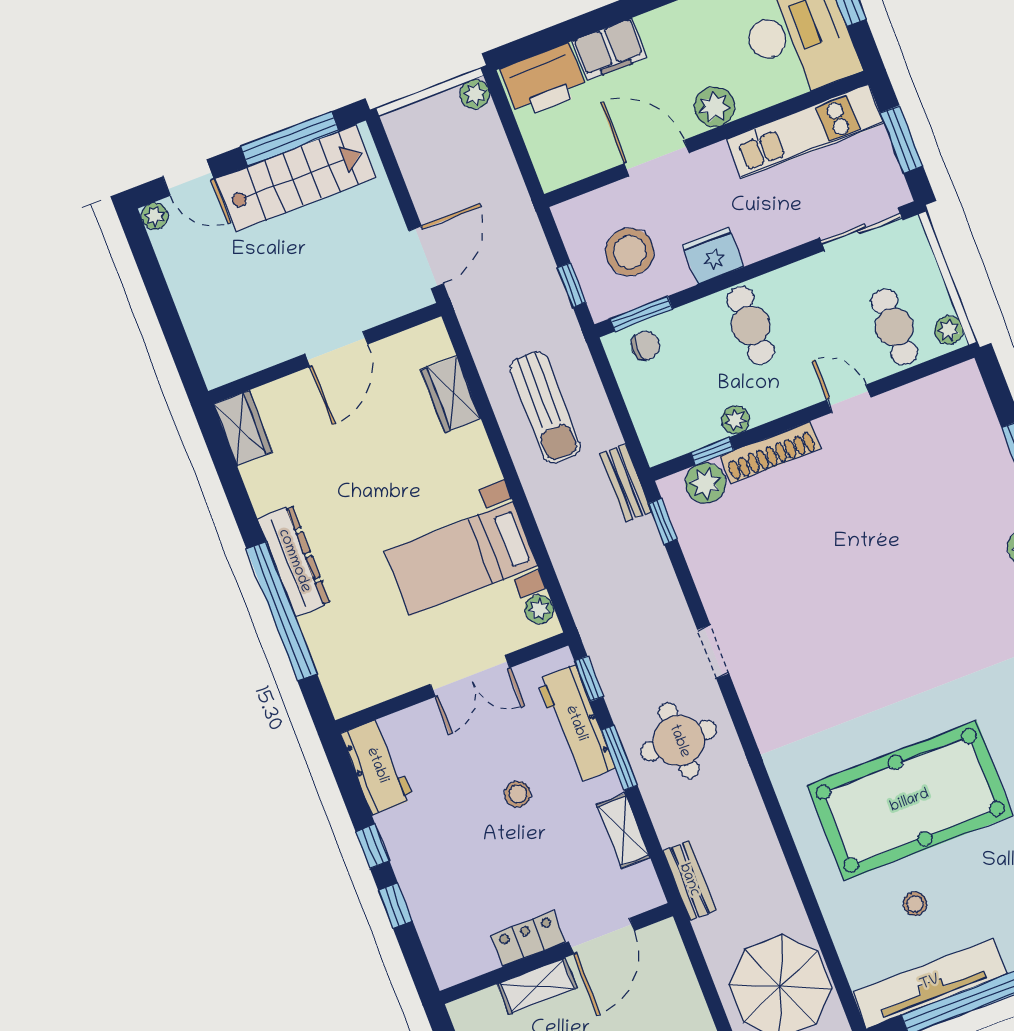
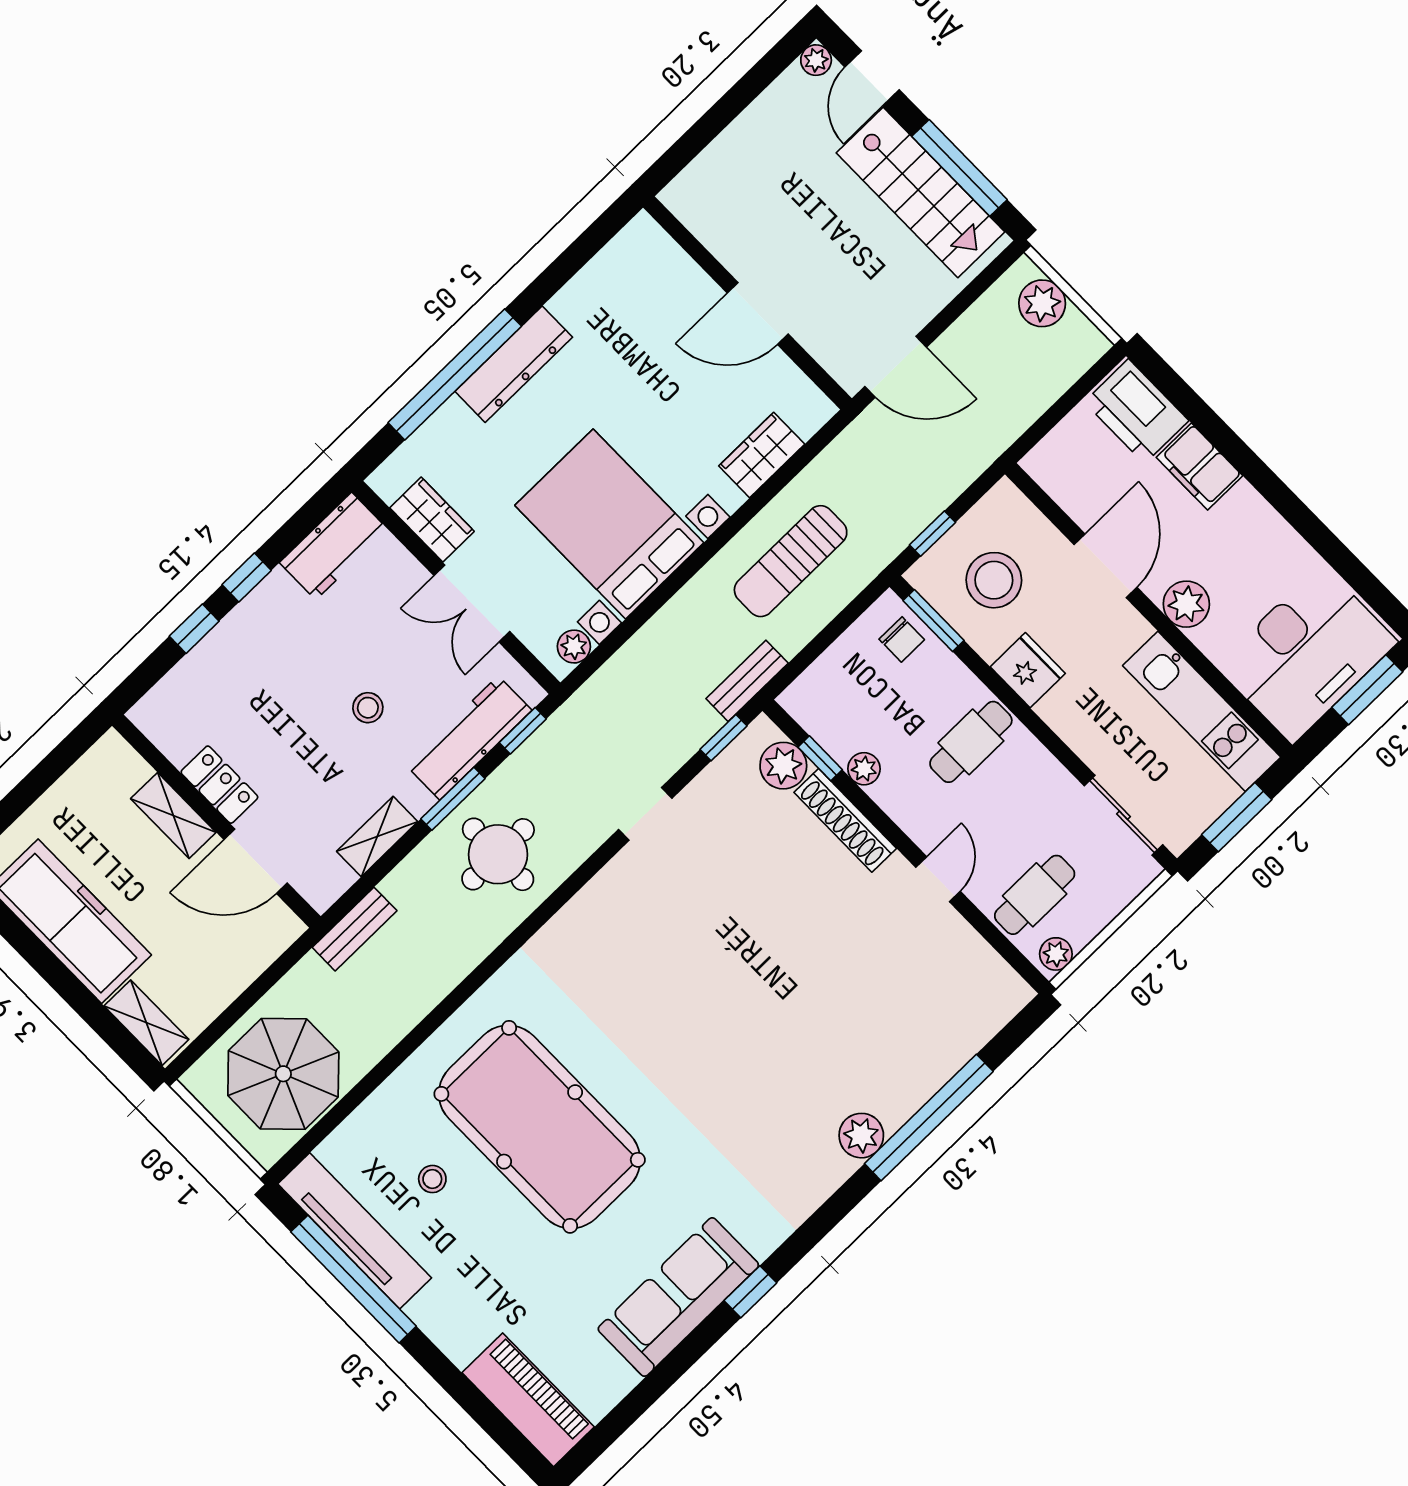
plant: (475, 94) -> (1042, 303), moved, width x1.38, depth x1.38
wardrobe: (243, 428) -> (432, 520), moved, turned -90
bed with nightstands: (461, 559) -> (609, 524), width x1.36
doorway: (713, 652) -> (645, 814), moved

